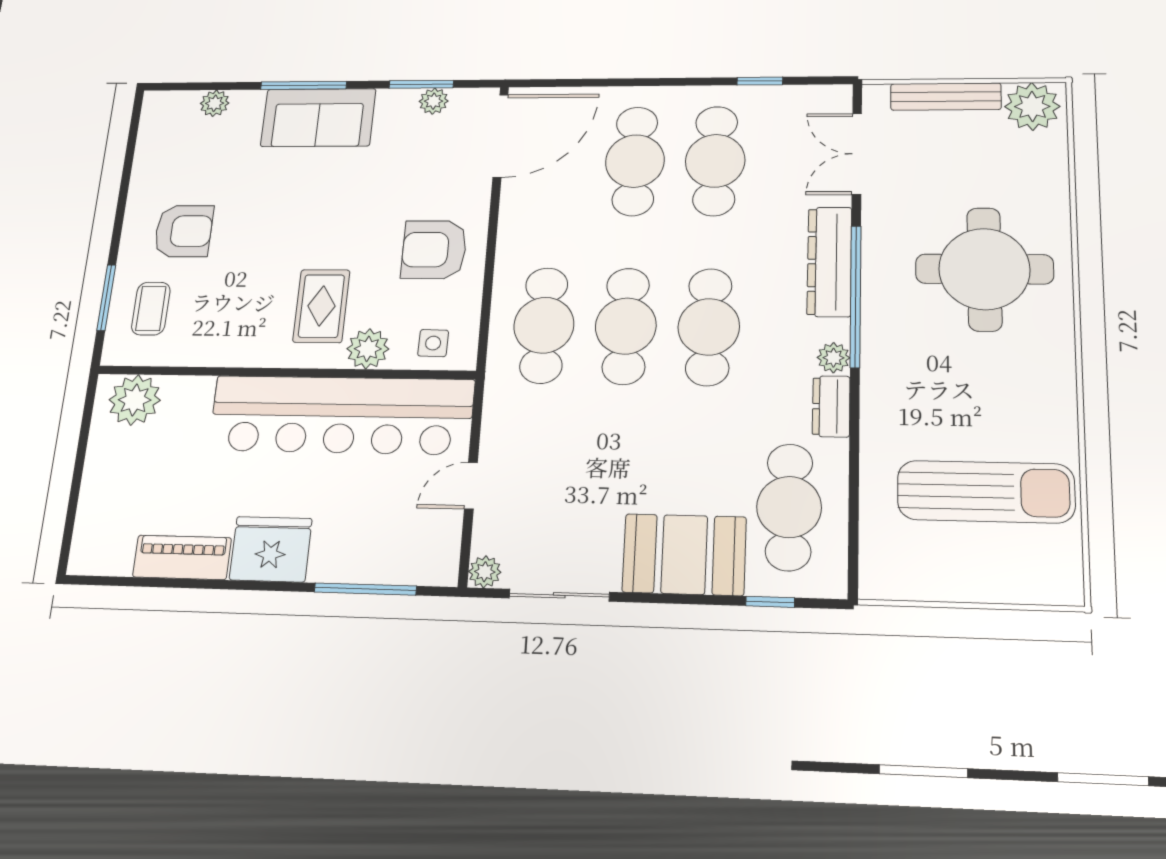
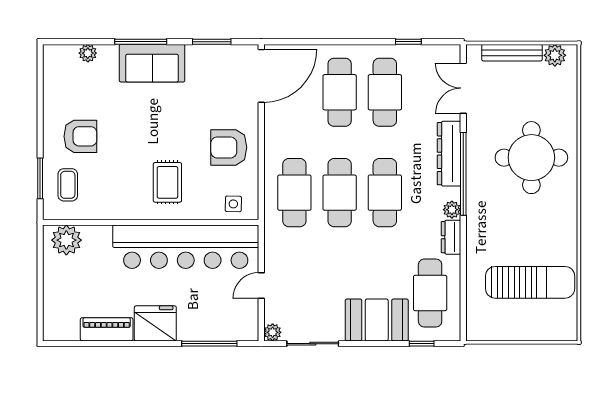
plant: (434, 101) -> (220, 53), removed
plant: (1032, 106) -> (555, 55), width x0.73, depth x0.73
plant: (368, 349) -> (197, 208), removed

